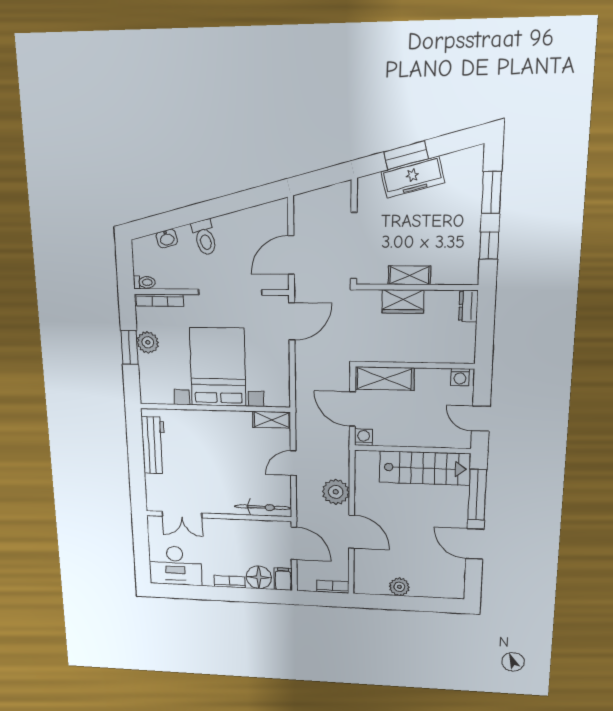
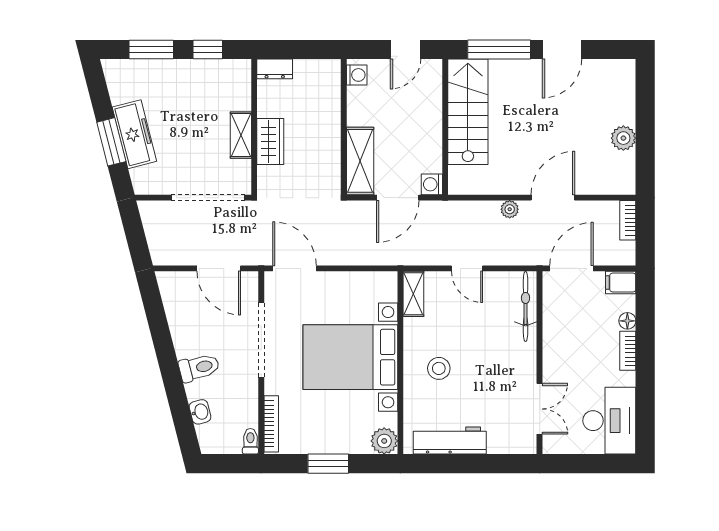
plant: (148, 342) -> (384, 441), moved
stool: (211, 438) -> (439, 368), added
plant: (336, 492) -> (510, 209), width x0.53, depth x0.53
floor lamp: (259, 577) -> (627, 321), width x0.53, depth x0.53

